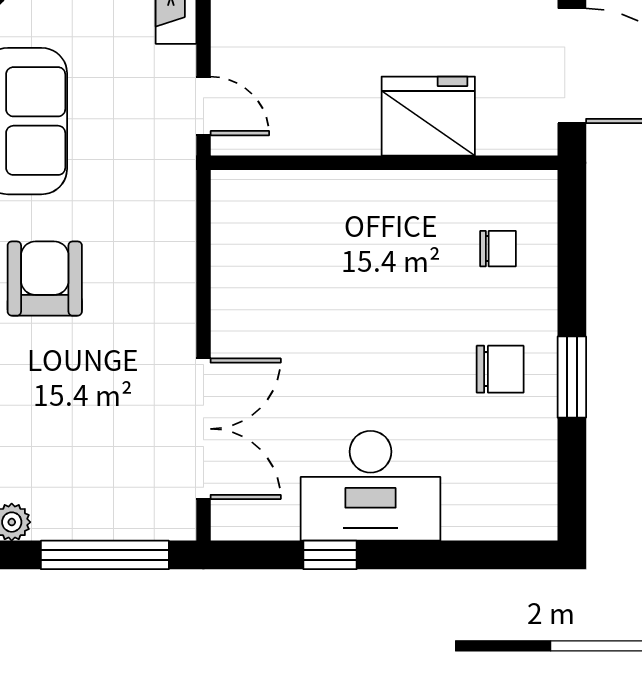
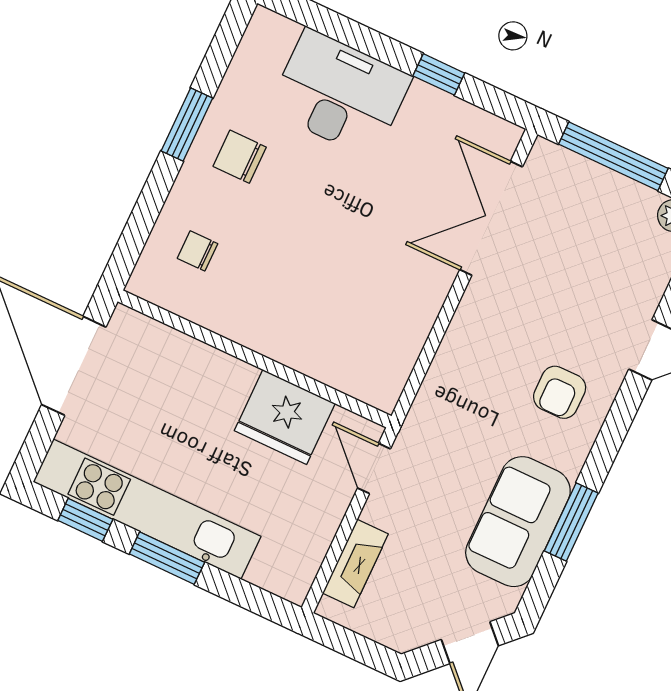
fridge: (428, 116) -> (285, 417), moved
armchair: (45, 279) -> (560, 392), width x0.72, depth x0.72
desk: (371, 486) -> (340, 94), moved

